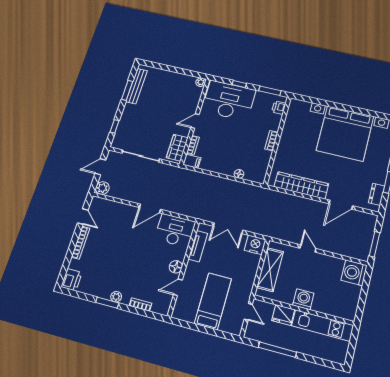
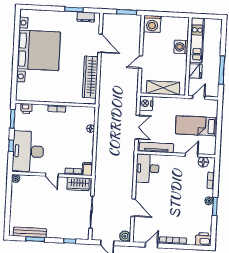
door: (150, 208) -> (133, 208), moved
tv unit: (198, 246) -> (156, 147), width x1.41
floor lamp: (176, 267) -> (203, 162), moved
door: (178, 287) -> (192, 155), swing flipped
washing machine: (303, 299) -> (181, 47), moved

